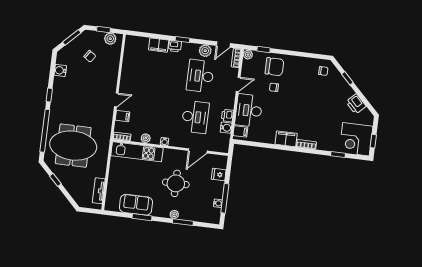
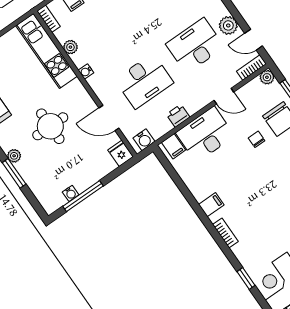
water cooler: (226, 128) -> (144, 140), moved
filing cabinet: (286, 139) -> (211, 205), width x0.50
fridge: (219, 175) -> (120, 153), moved

